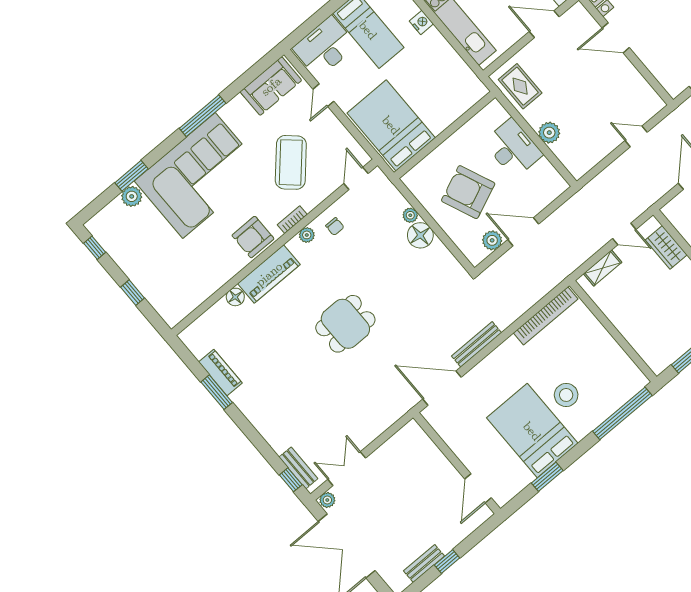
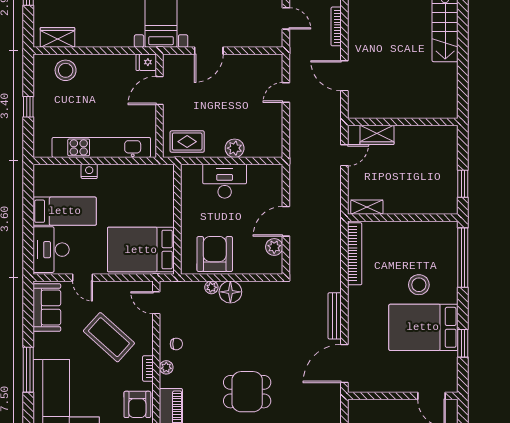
armchair: (468, 192) -> (215, 254), moved, turned 113
shelving: (603, 268) -> (367, 207), moved, turned 90
dining table: (345, 324) -> (247, 392), turned 90

